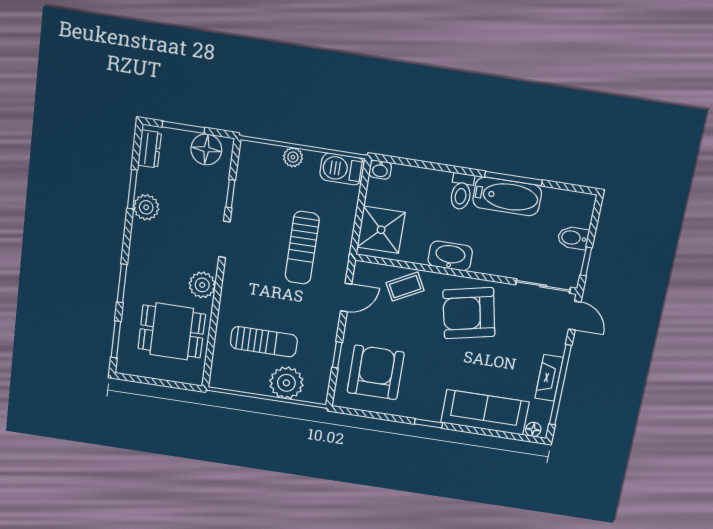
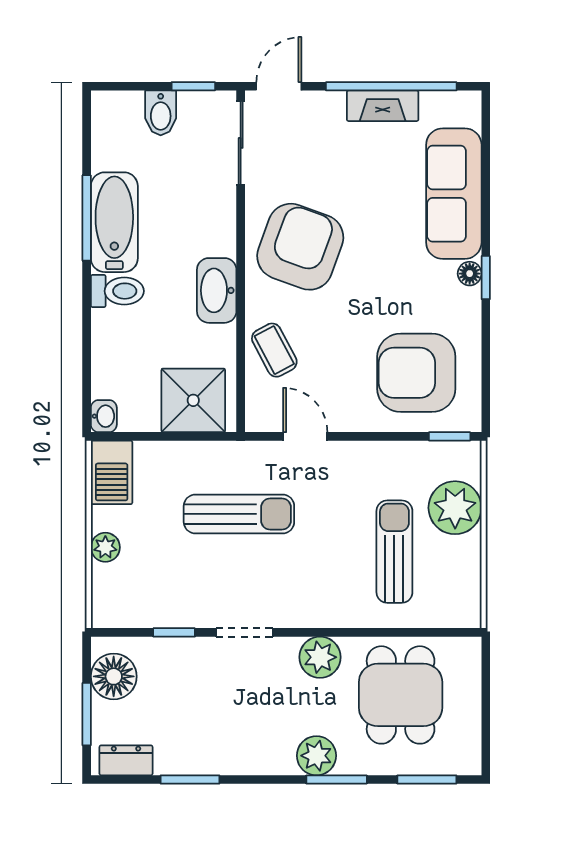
plant: (146, 207) -> (316, 756), moved
armchair: (469, 313) -> (300, 247), turned -148
window: (337, 355) -> (450, 436), moved
floor lamp: (533, 429) -> (470, 274), moved

